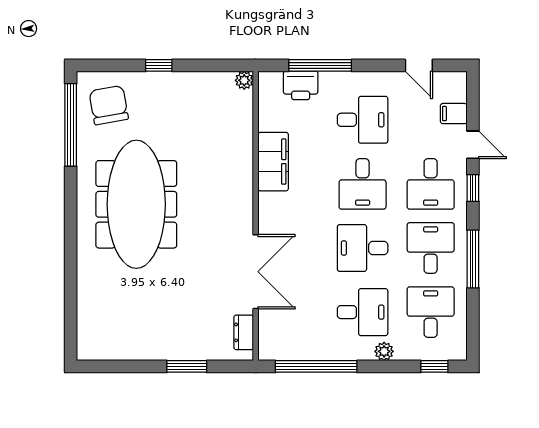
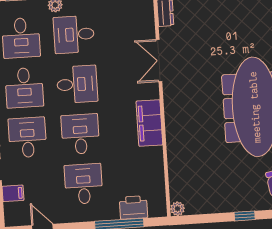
desk: (363, 120) -> (84, 184), turned 90
filing cabinet: (273, 162) -> (149, 123), moved
double door: (256, 272) -> (159, 60), width x0.73

